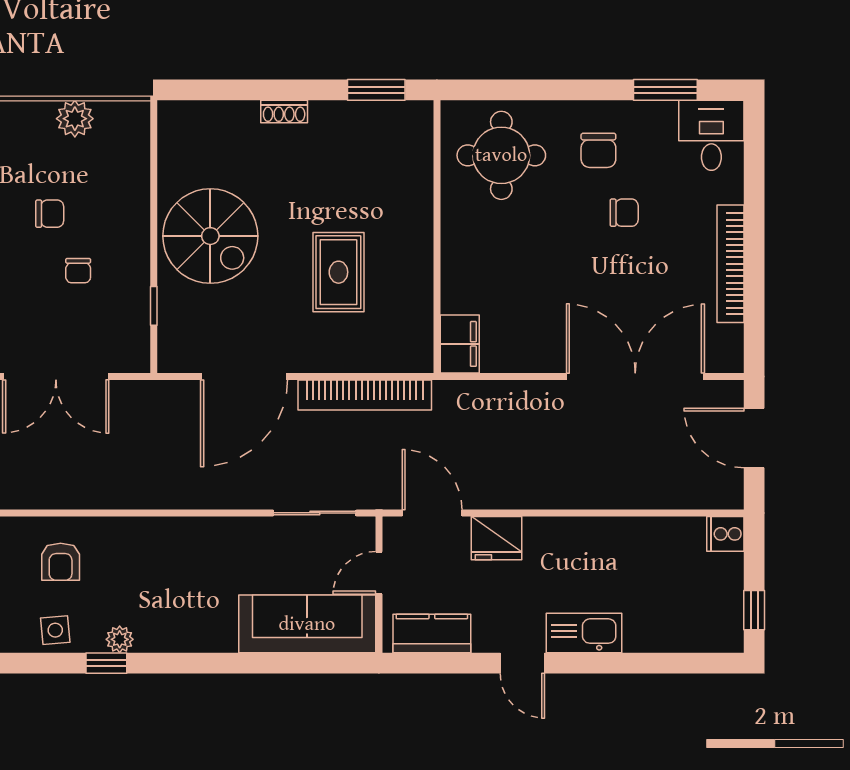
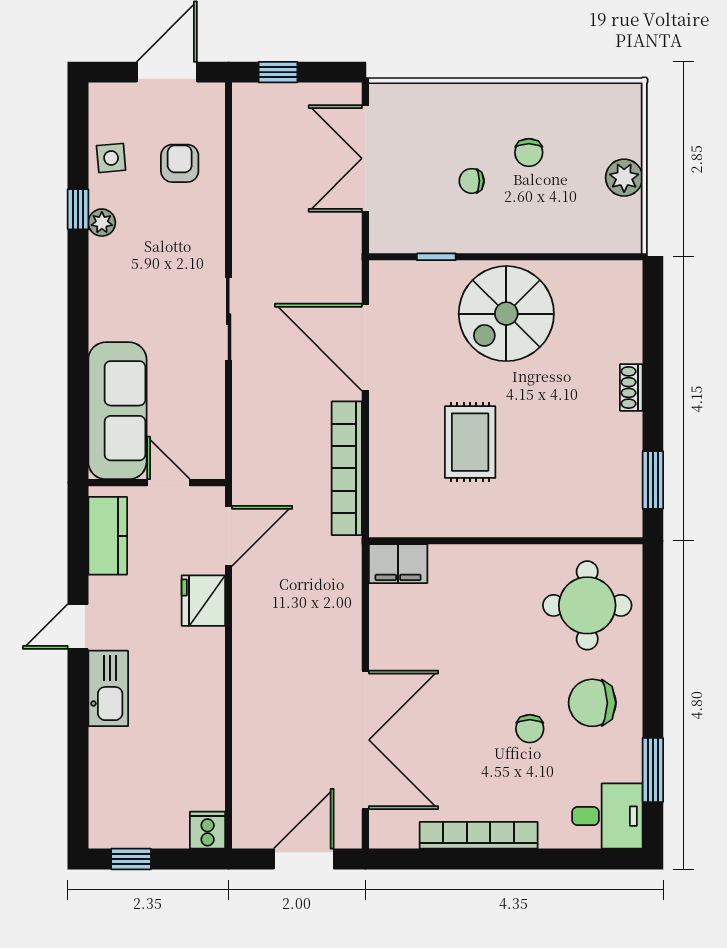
chair: (598, 150) -> (592, 703), width x1.37, depth x1.37
rug: (338, 272) -> (470, 442), turned 90
sliding door: (315, 513) -> (229, 319), moved
armchair: (61, 562) -> (180, 163), turned 90

